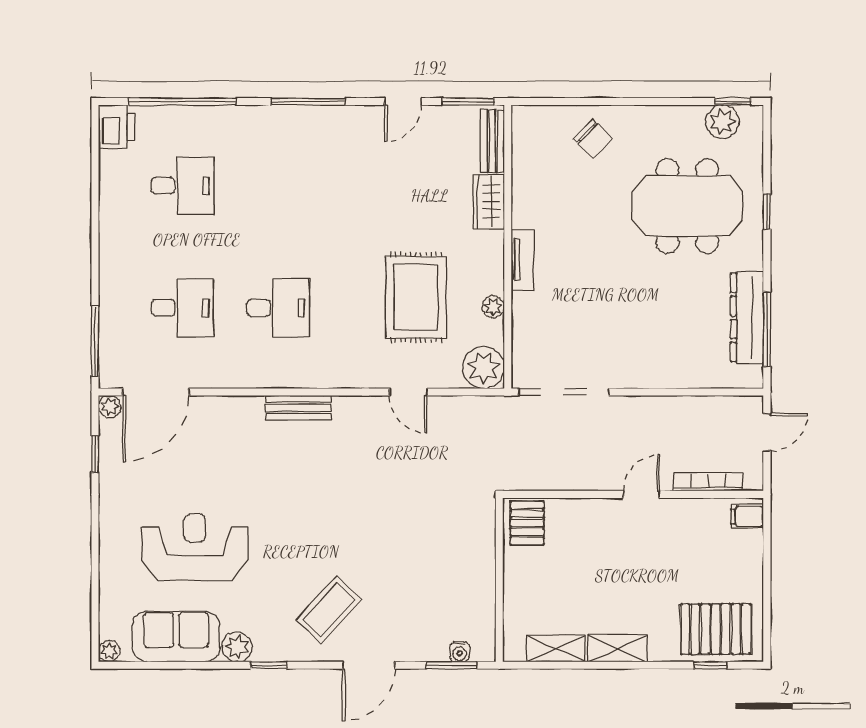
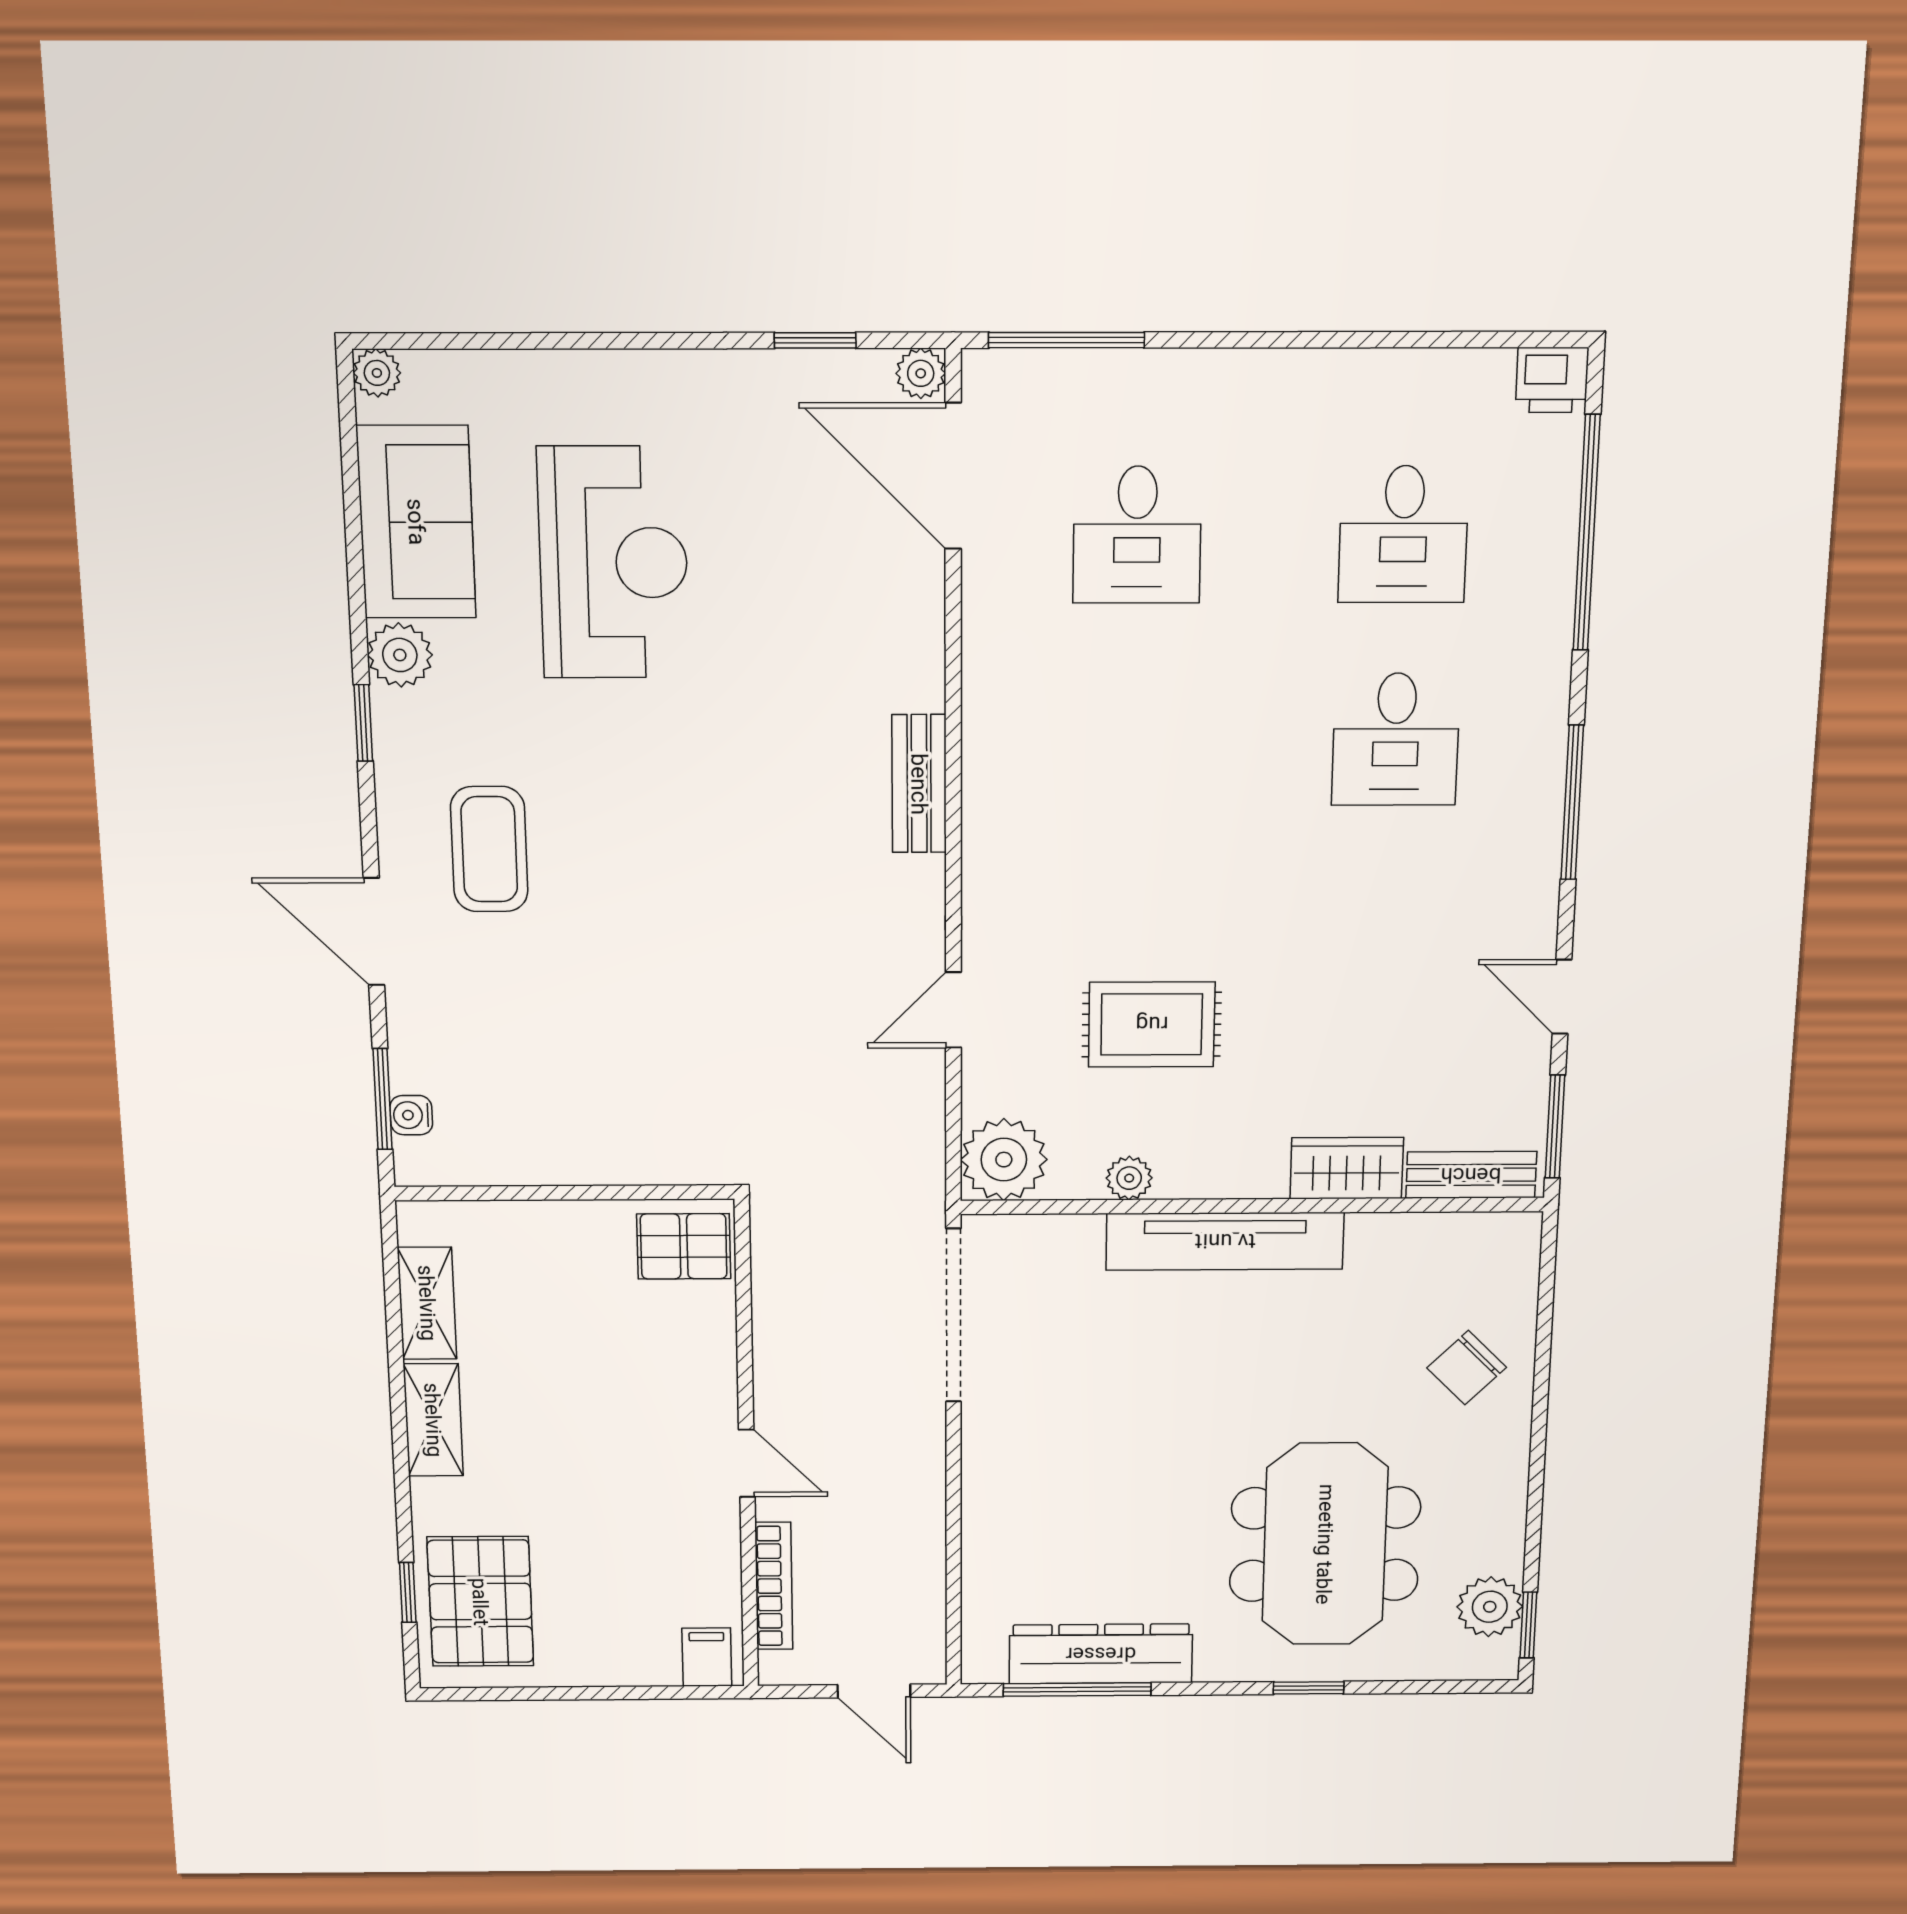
printer: (117, 127) -> (1552, 380), width x0.73, depth x0.81
tv unit: (523, 260) -> (1225, 1241), width x1.92, depth x1.29
rug: (416, 297) -> (1152, 1024), width x0.73, depth x0.70
desk: (278, 308) -> (1396, 739), moved
coffee table: (329, 609) -> (489, 849), turned 47

